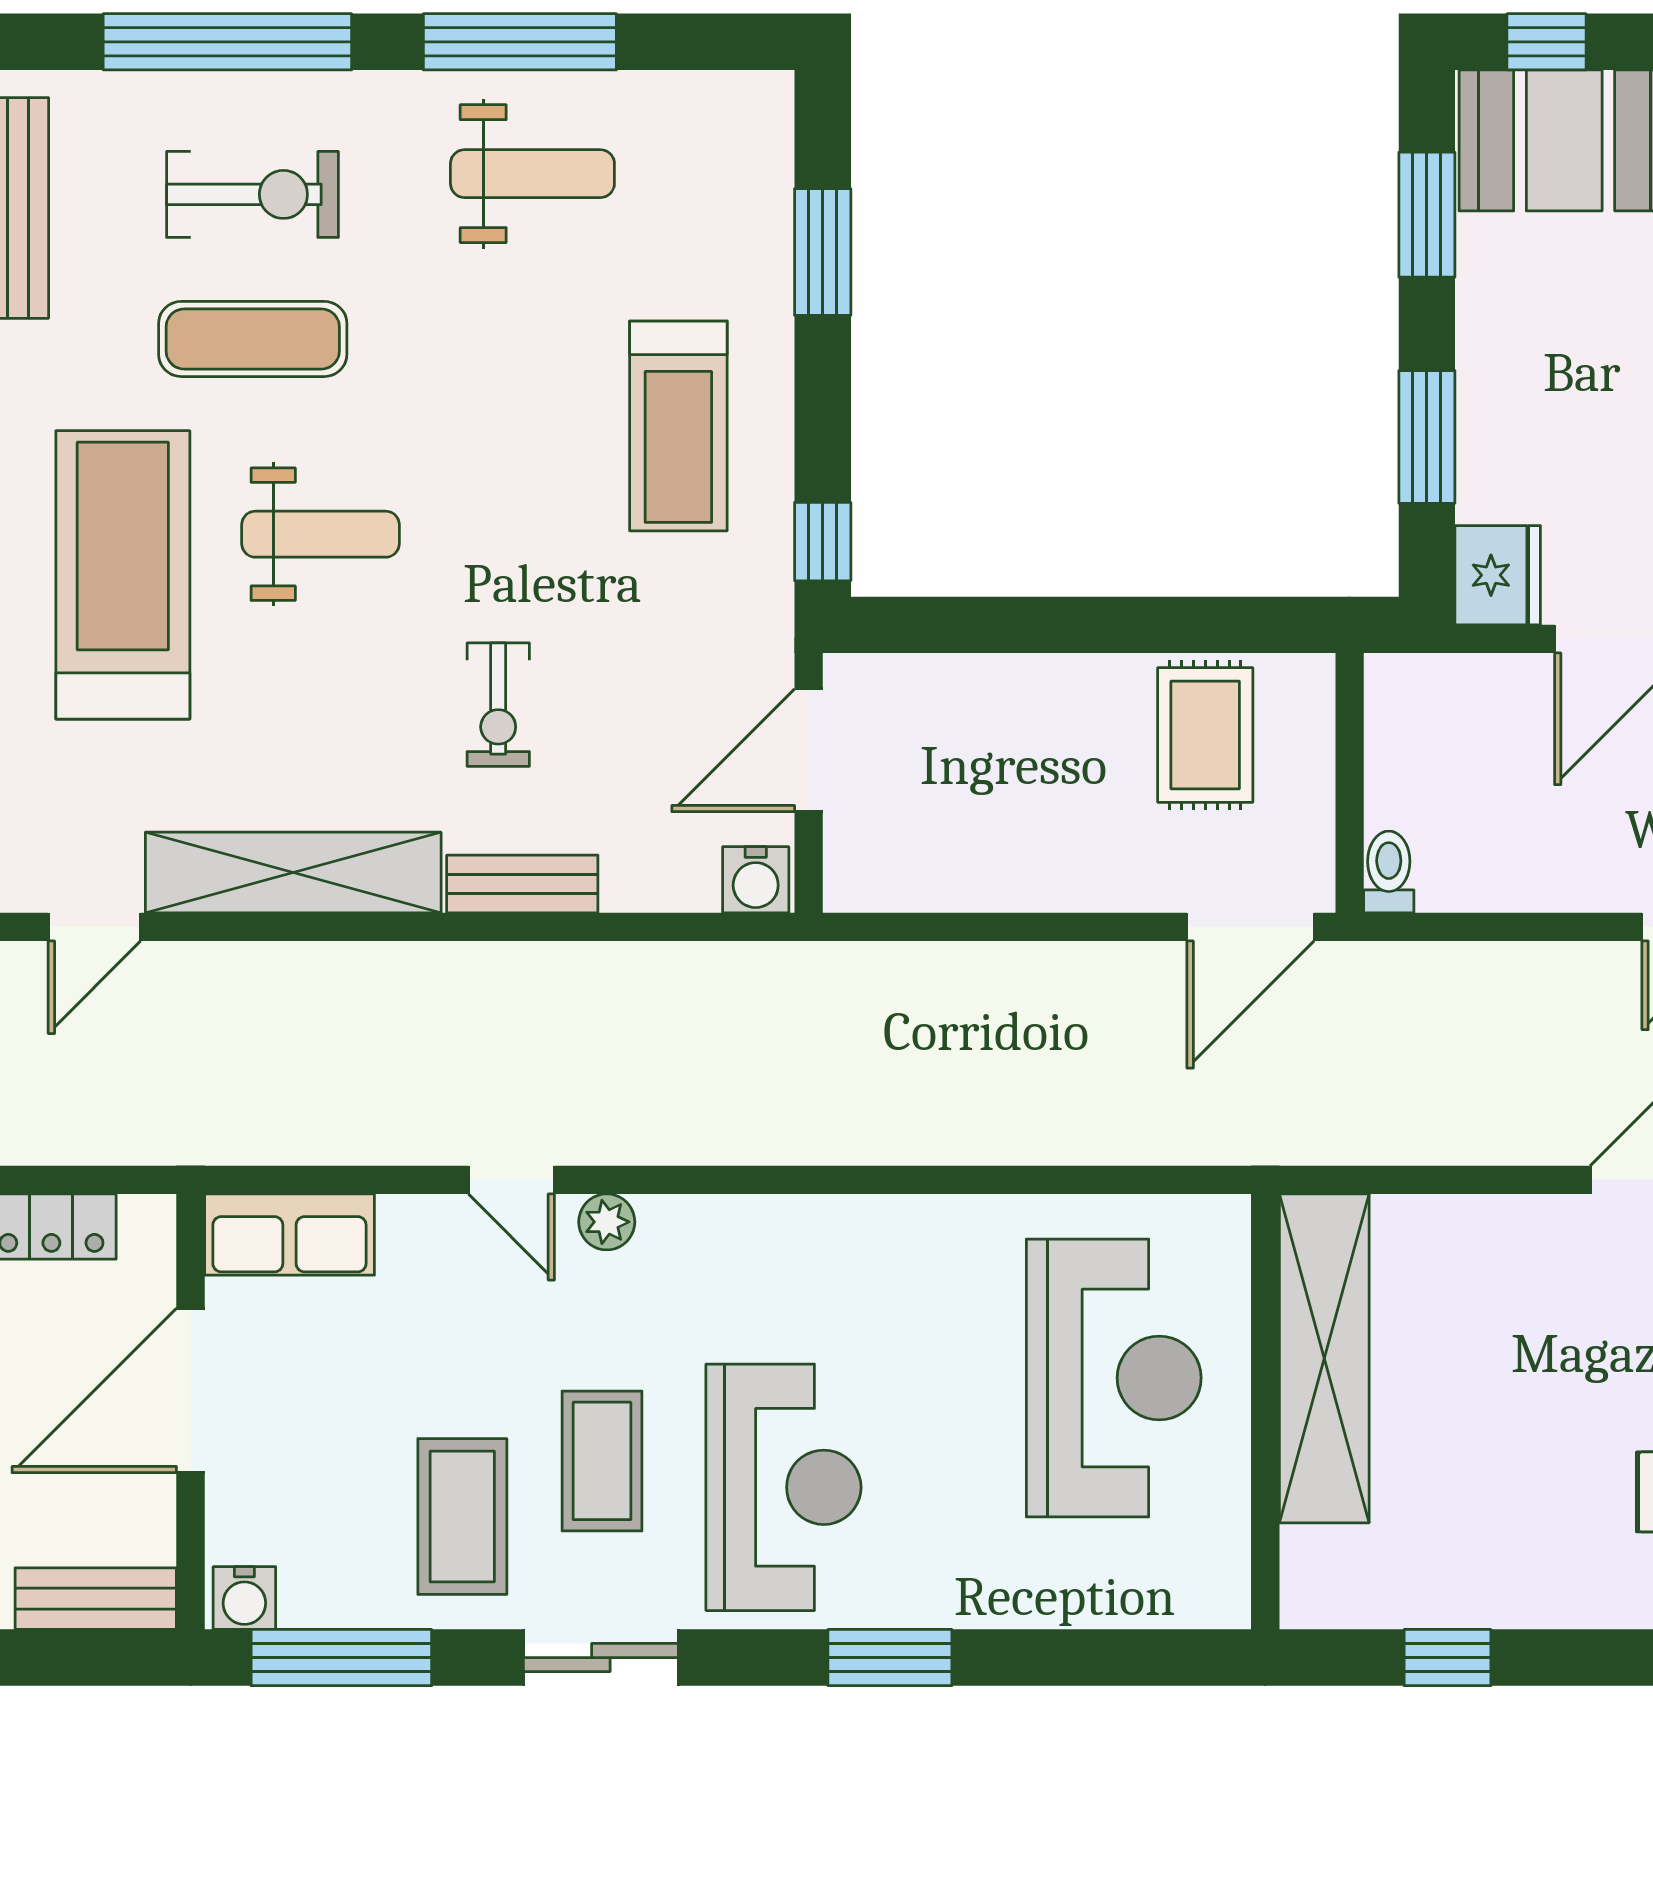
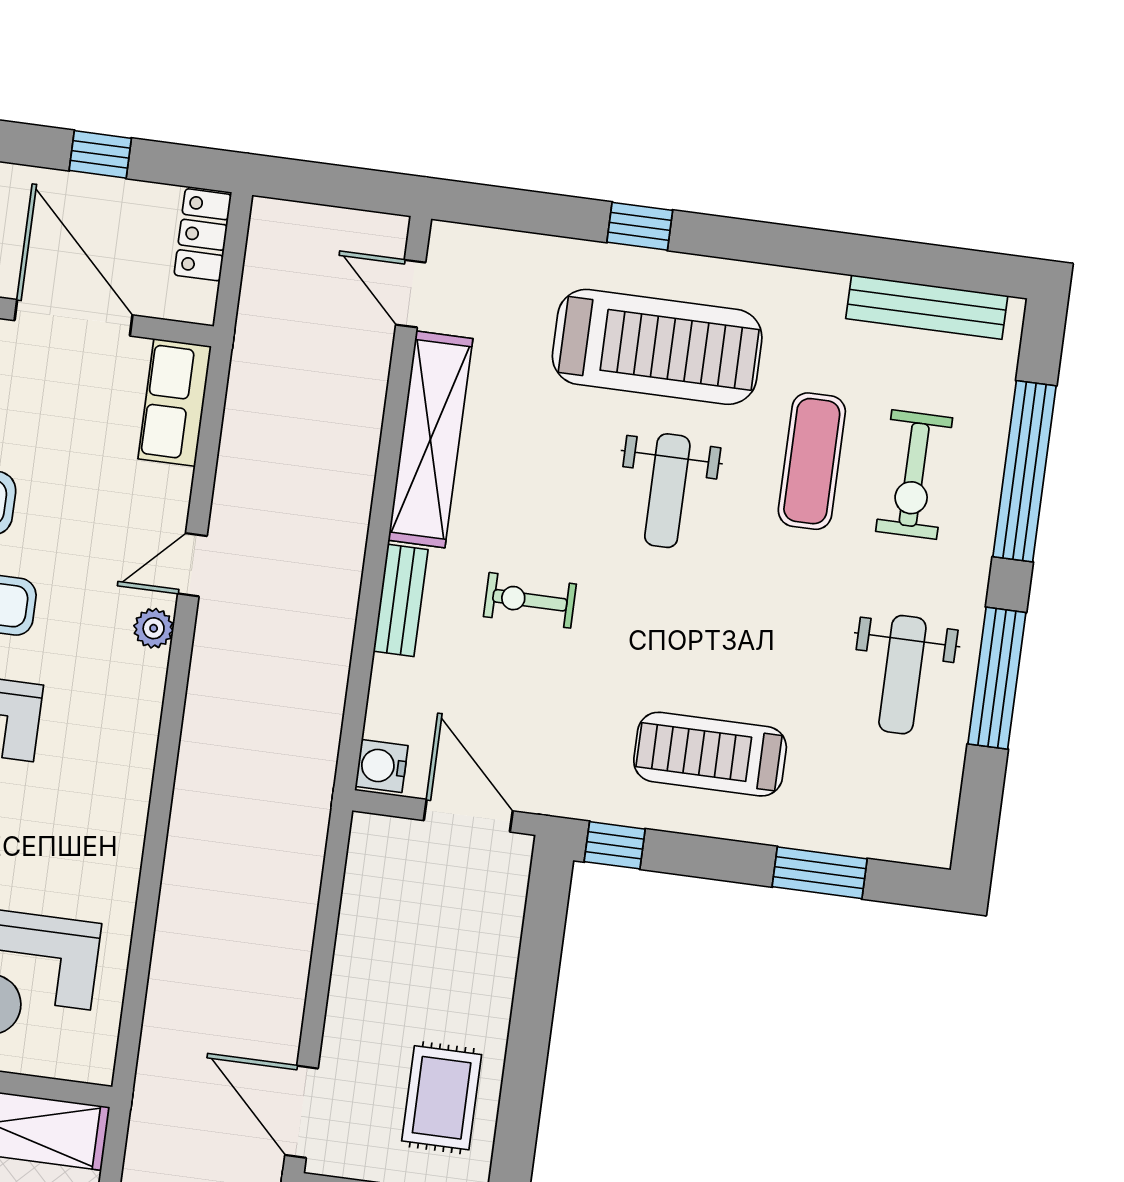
rug: (1205, 735) -> (442, 1098), turned 90

